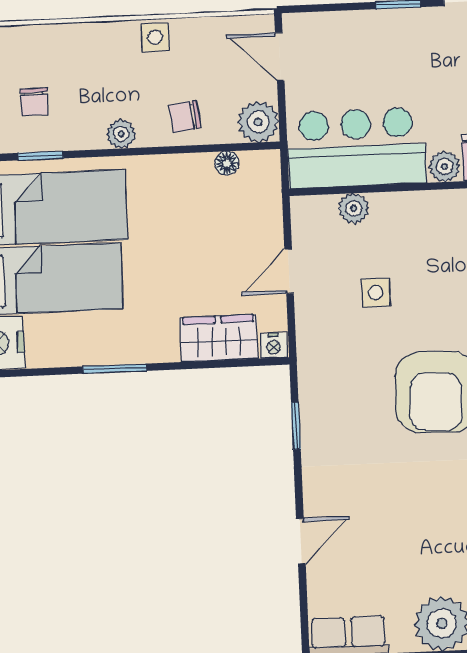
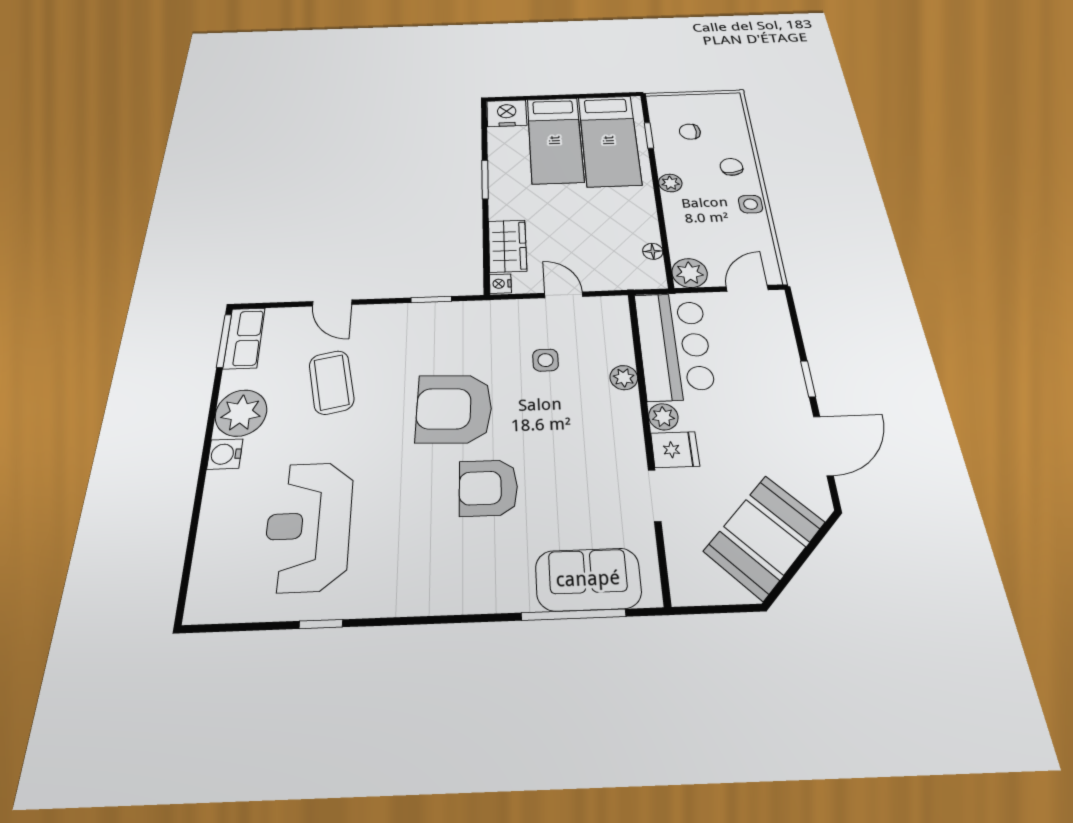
chair: (185, 117) -> (731, 167), moved
plant: (354, 208) -> (624, 378), moved
coffee table: (404, 529) -> (332, 382), added

